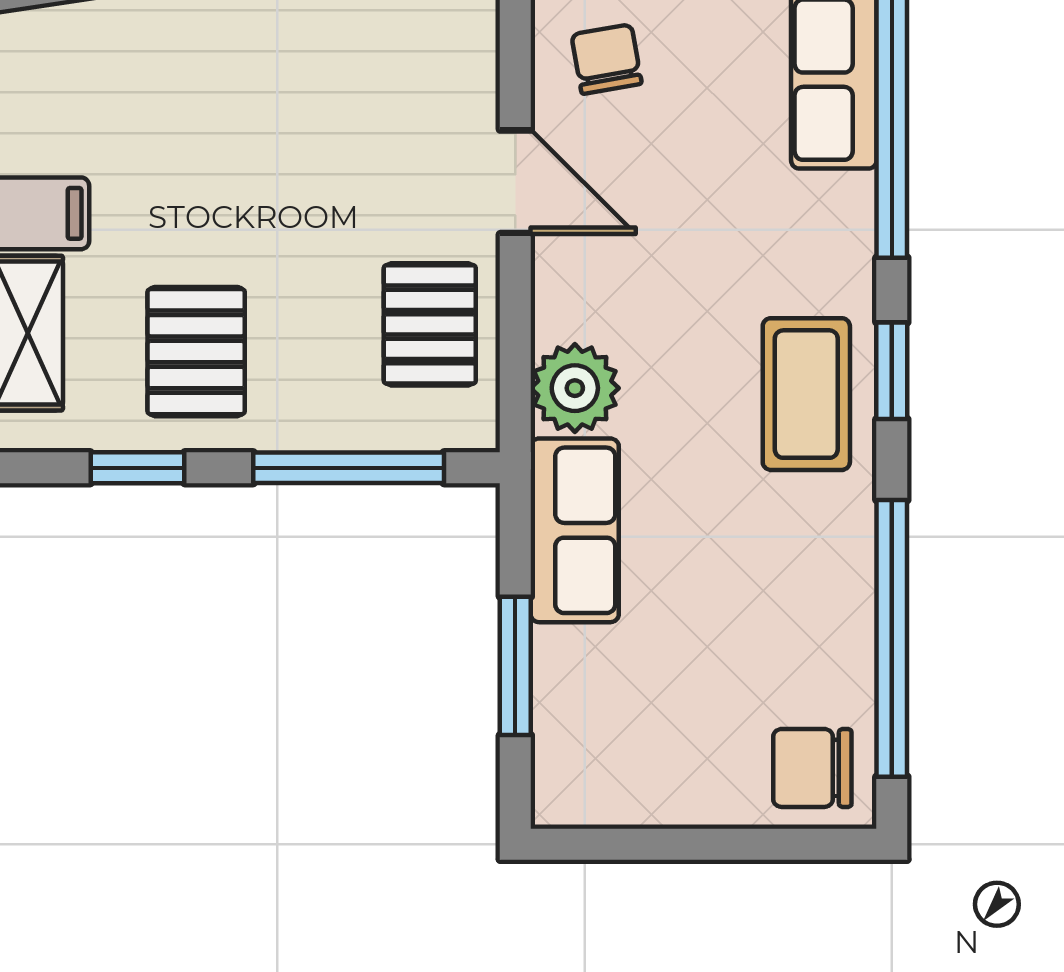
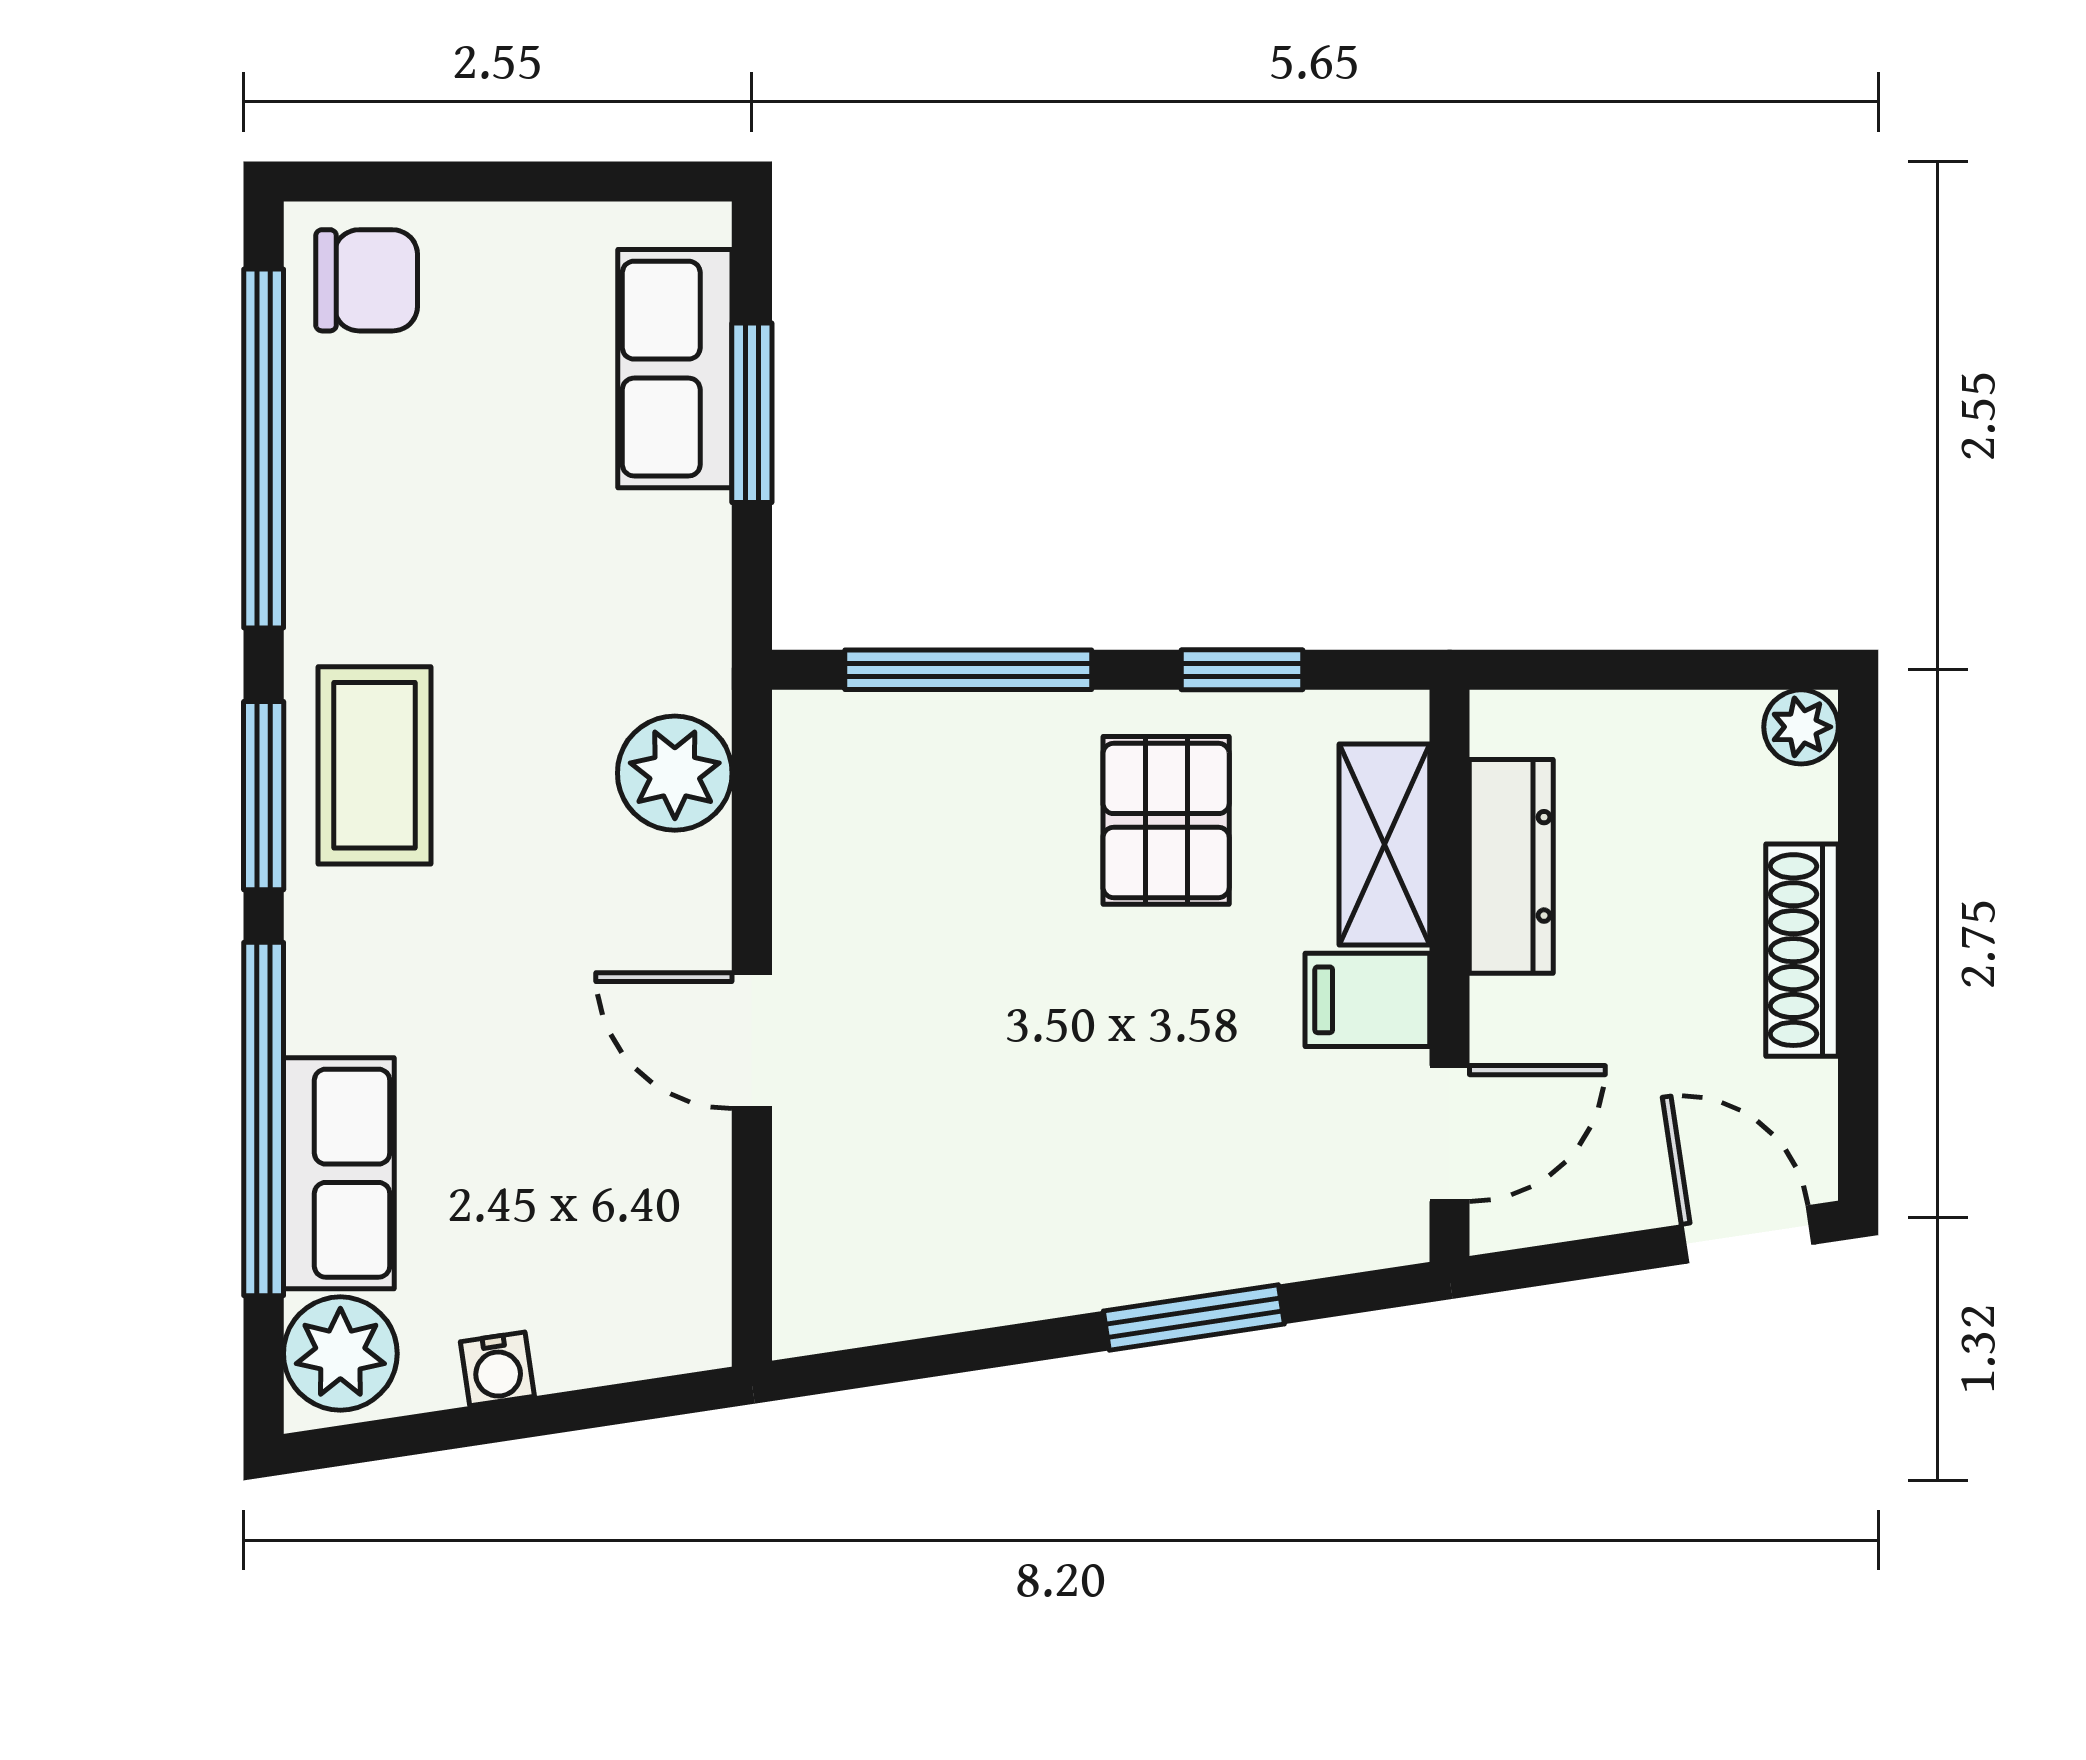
chair: (607, 59) -> (634, 1200), removed
pallet: (430, 324) -> (863, 856), removed
window: (892, 371) -> (264, 796), width x1.50
row of seats: (575, 530) -> (675, 369), moved

